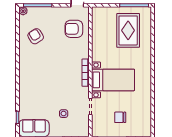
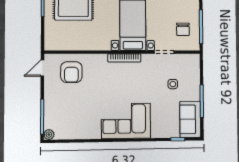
armchair: (36, 36) -> (80, 119), removed
corner sofa: (33, 74) -> (126, 121), added
chair: (120, 117) -> (183, 29), moved

